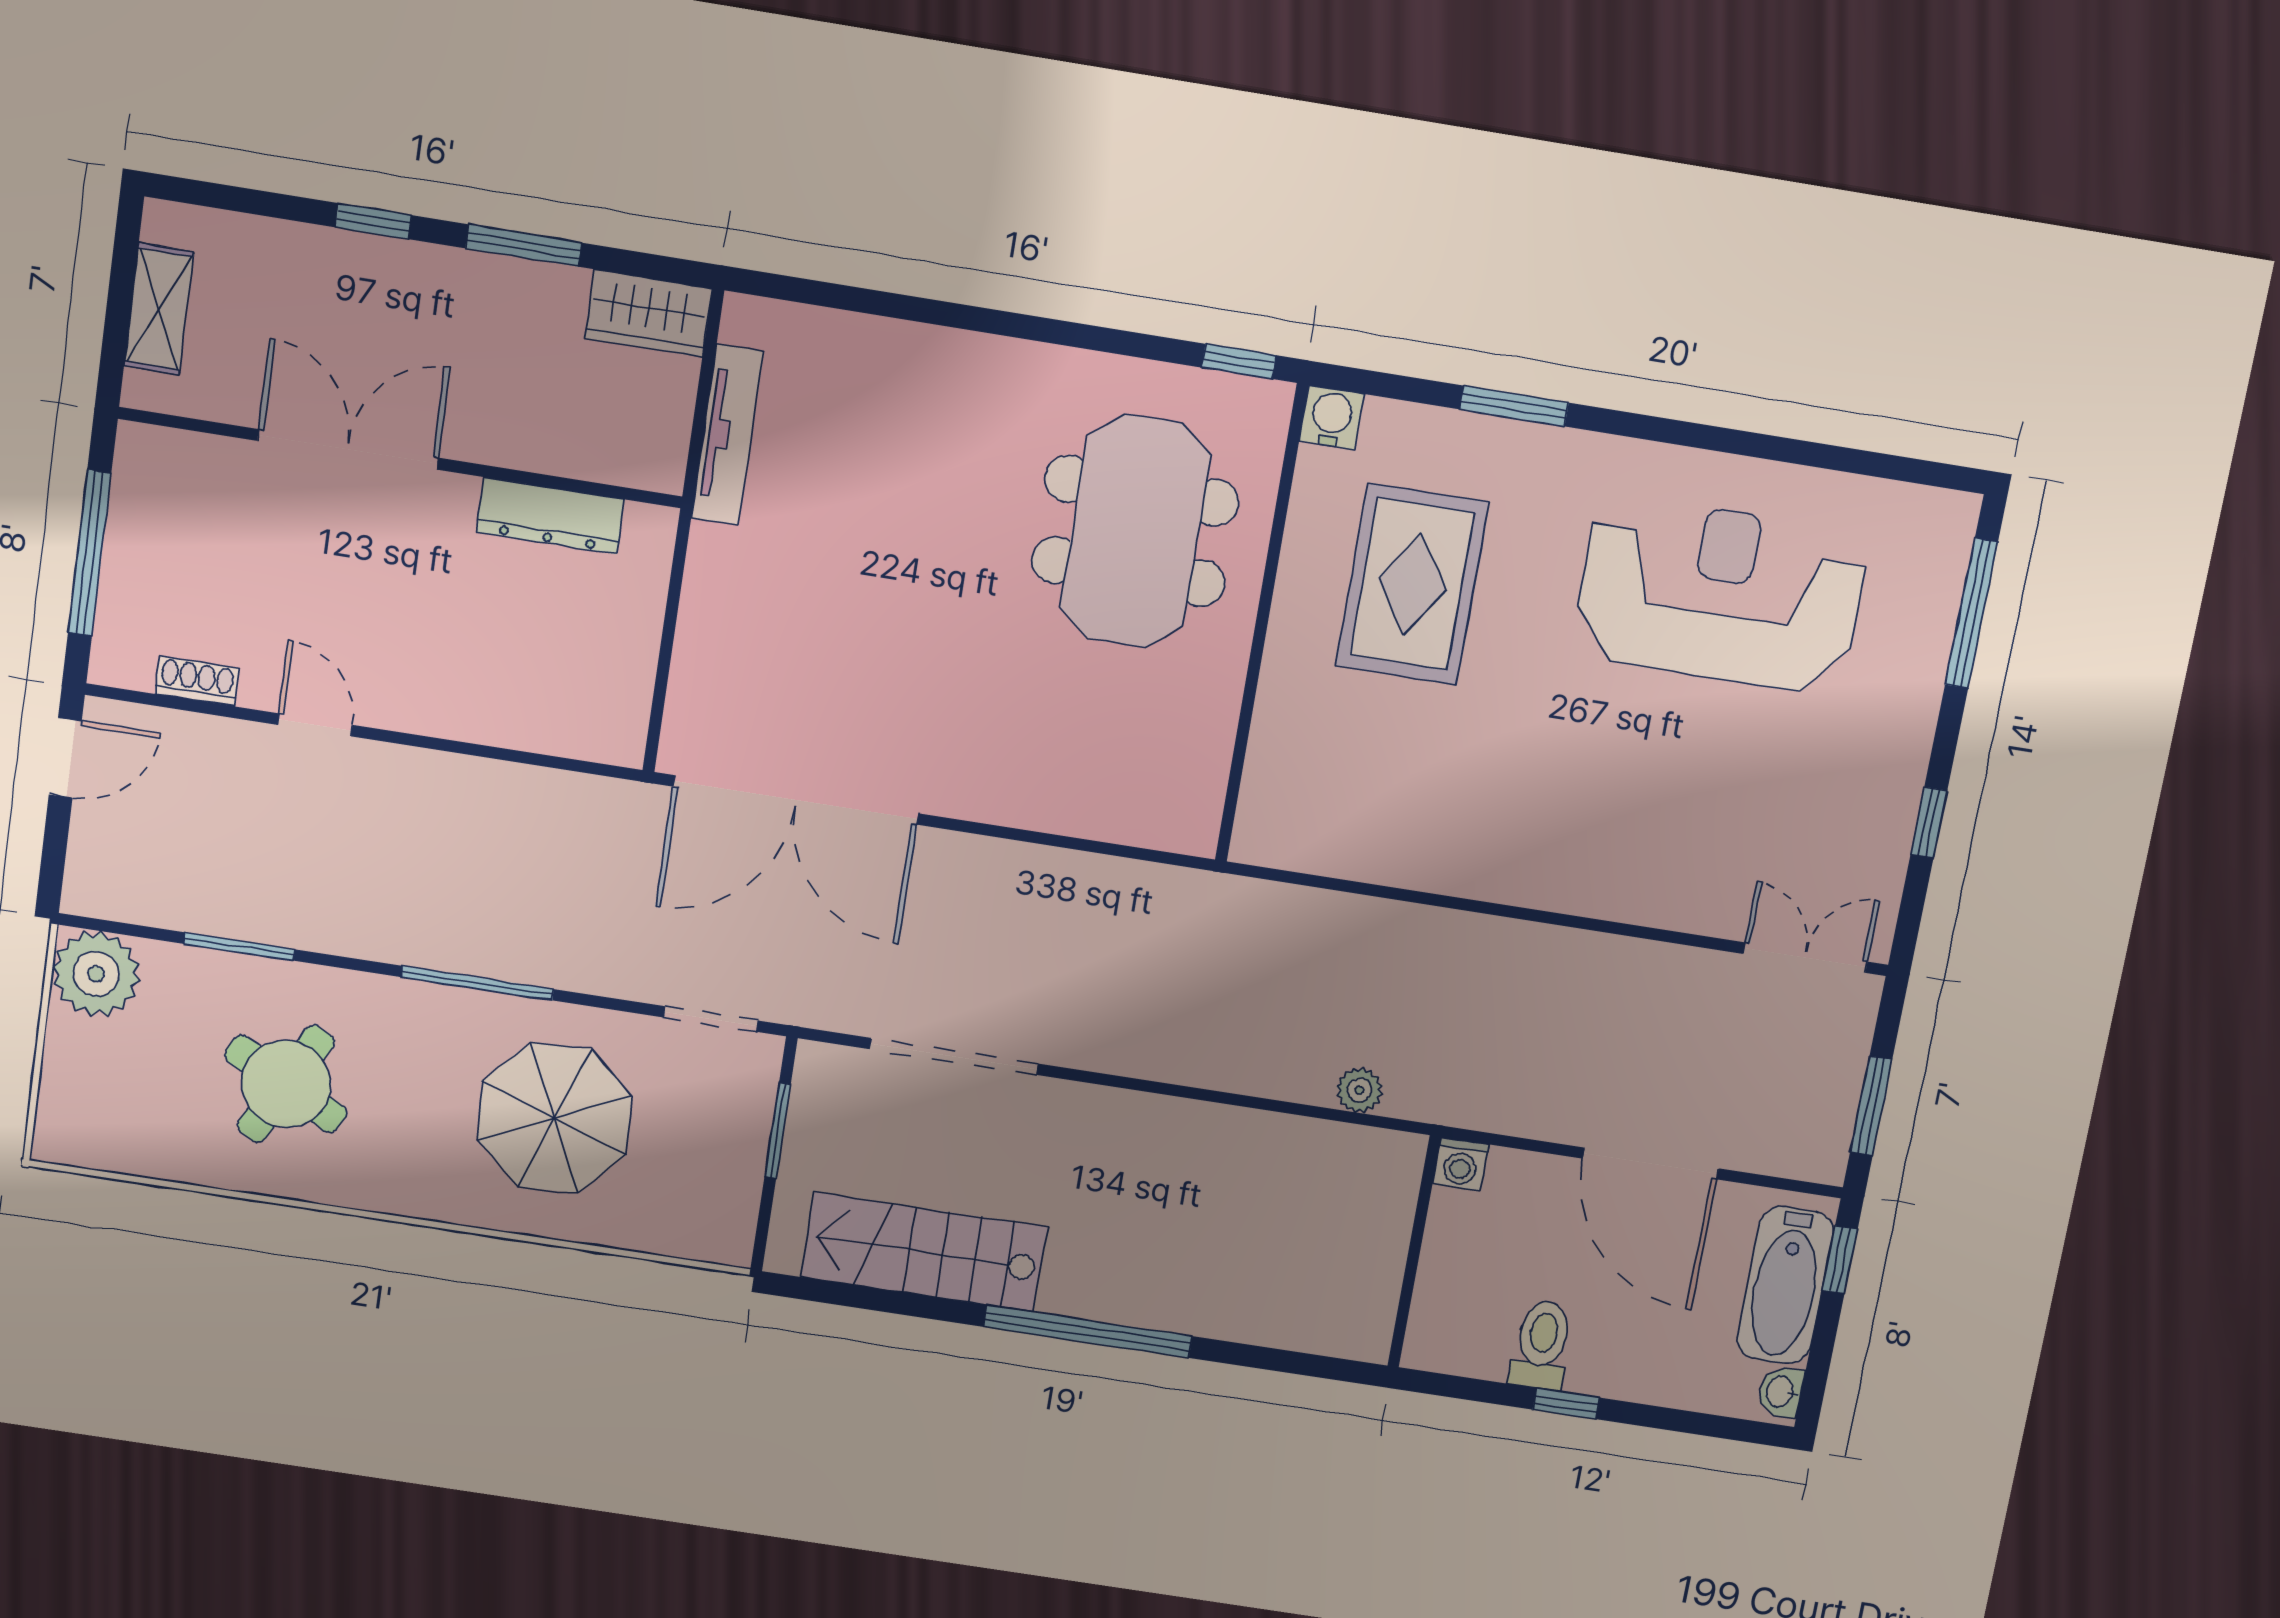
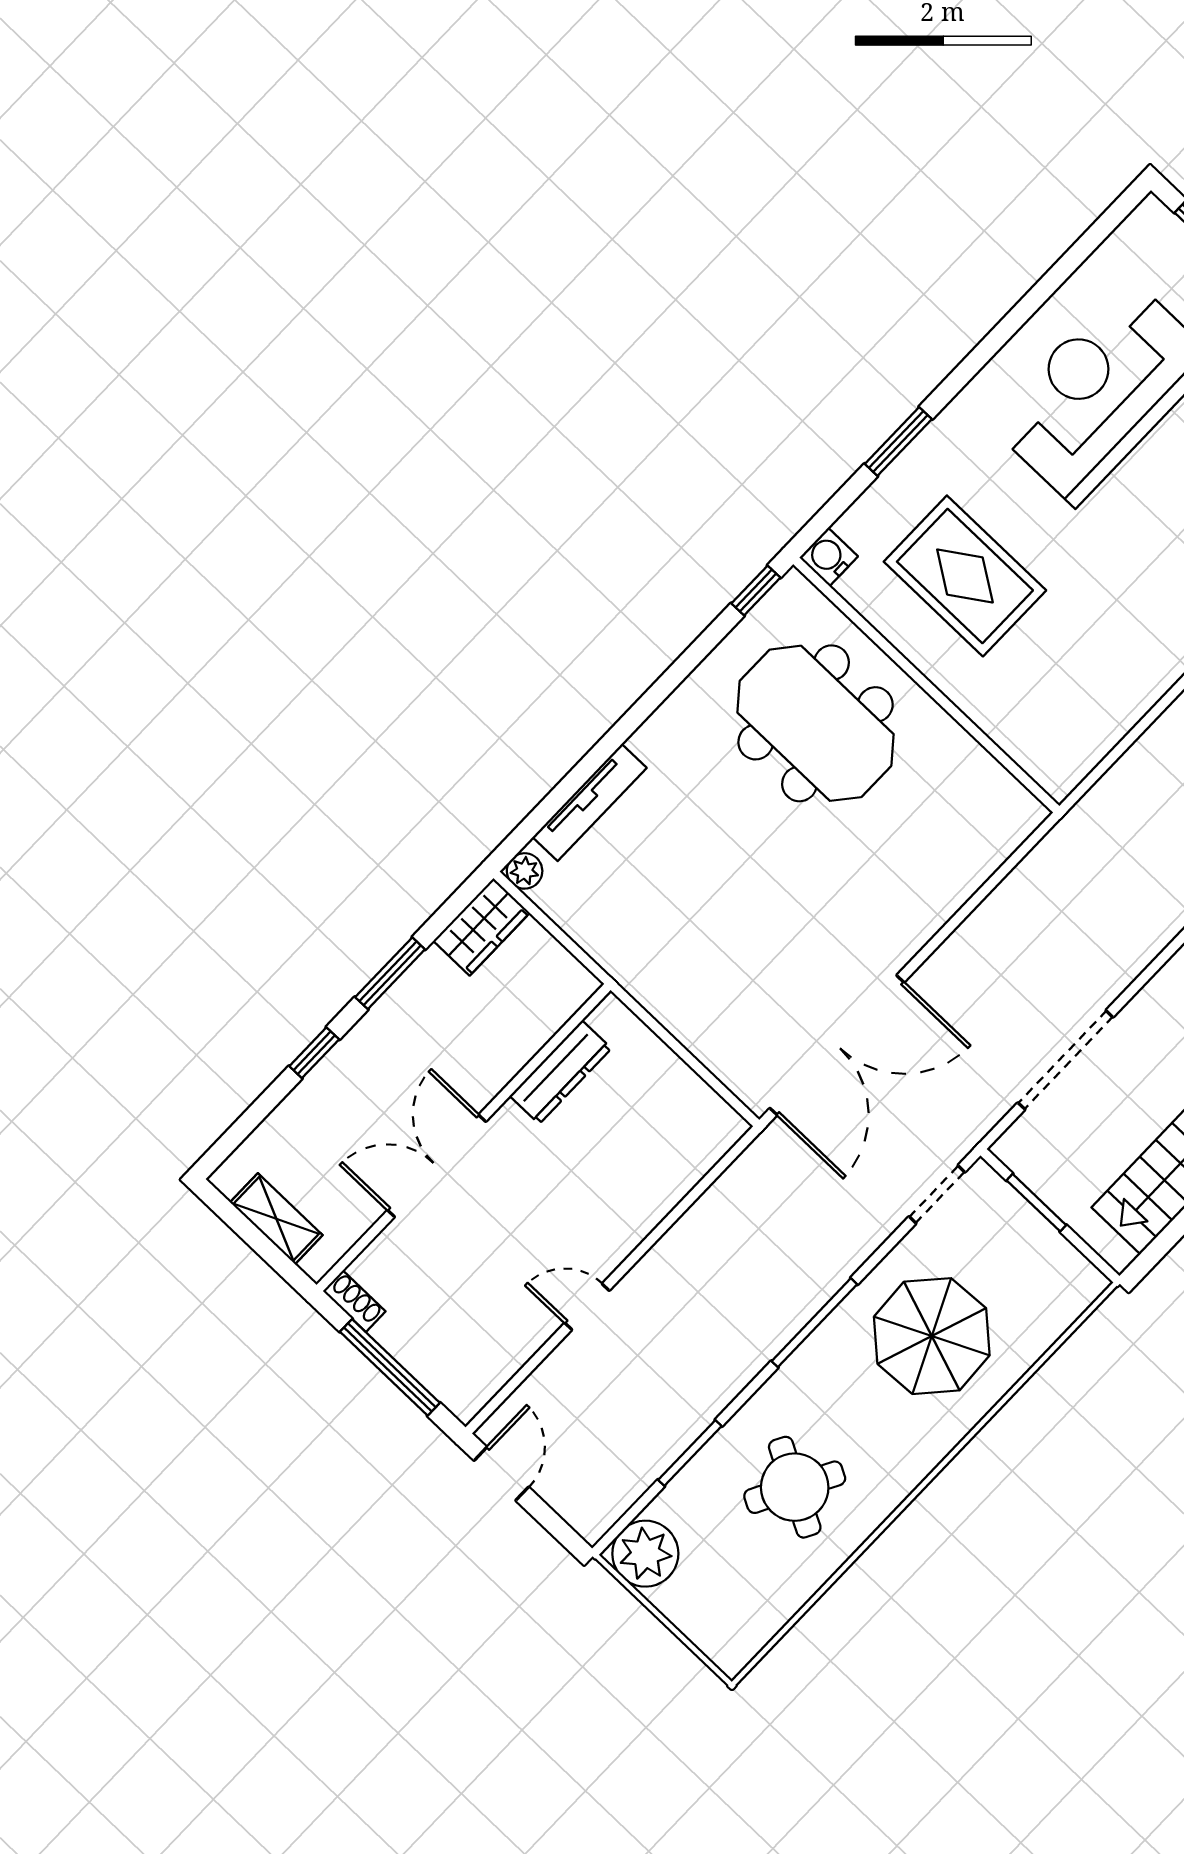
plant: (745, 318) -> (525, 871), added
tv unit: (727, 435) -> (590, 802), moved, turned 90
shoe rack: (197, 681) -> (354, 1301), moved, turned 90

